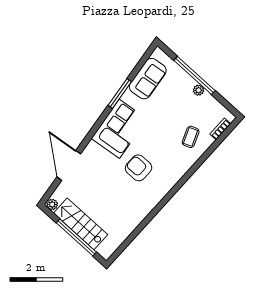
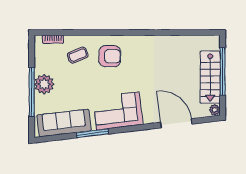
sofa: (148, 79) -> (64, 123), width x1.36
plant: (199, 90) -> (44, 84), width x1.87, depth x1.87
door: (69, 165) -> (176, 123), swing flipped
armchair: (139, 168) -> (110, 56), moved, turned -90

